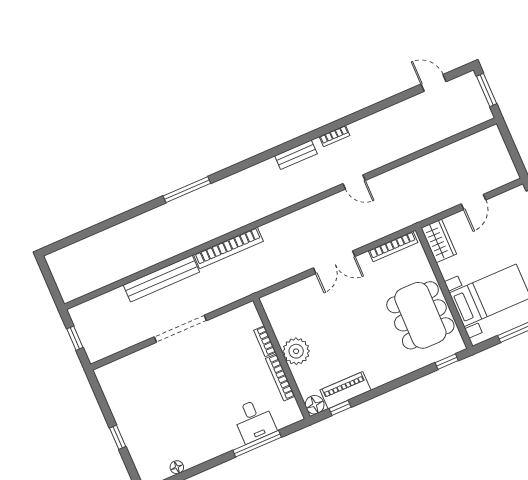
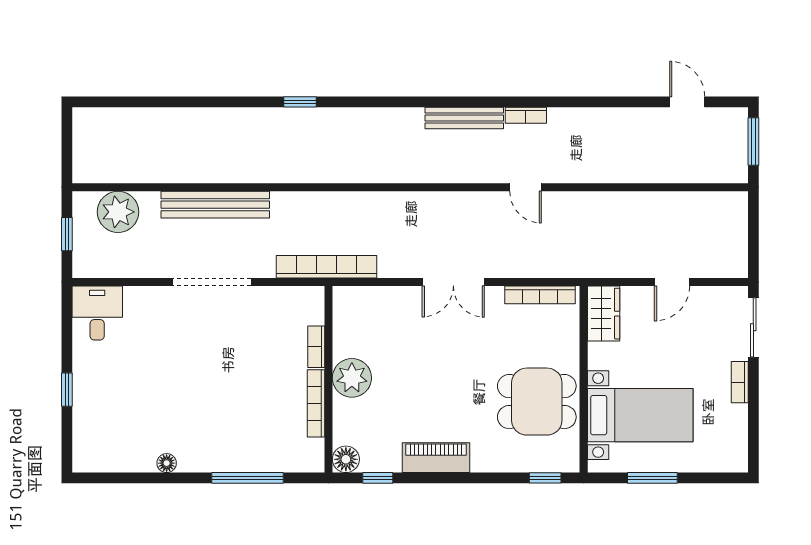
bench: (296, 155) -> (464, 118), width x1.36
window: (187, 190) -> (300, 102), width x0.46
bookcase: (228, 248) -> (327, 267), moved, turned 180
plant: (101, 310) -> (118, 212), added
dining table: (420, 315) -> (537, 402), width x0.73
piano: (345, 390) -> (436, 458), moved
desk: (254, 421) -> (97, 313), moved, turned 180
floor lamp: (177, 467) -> (167, 463), moved

